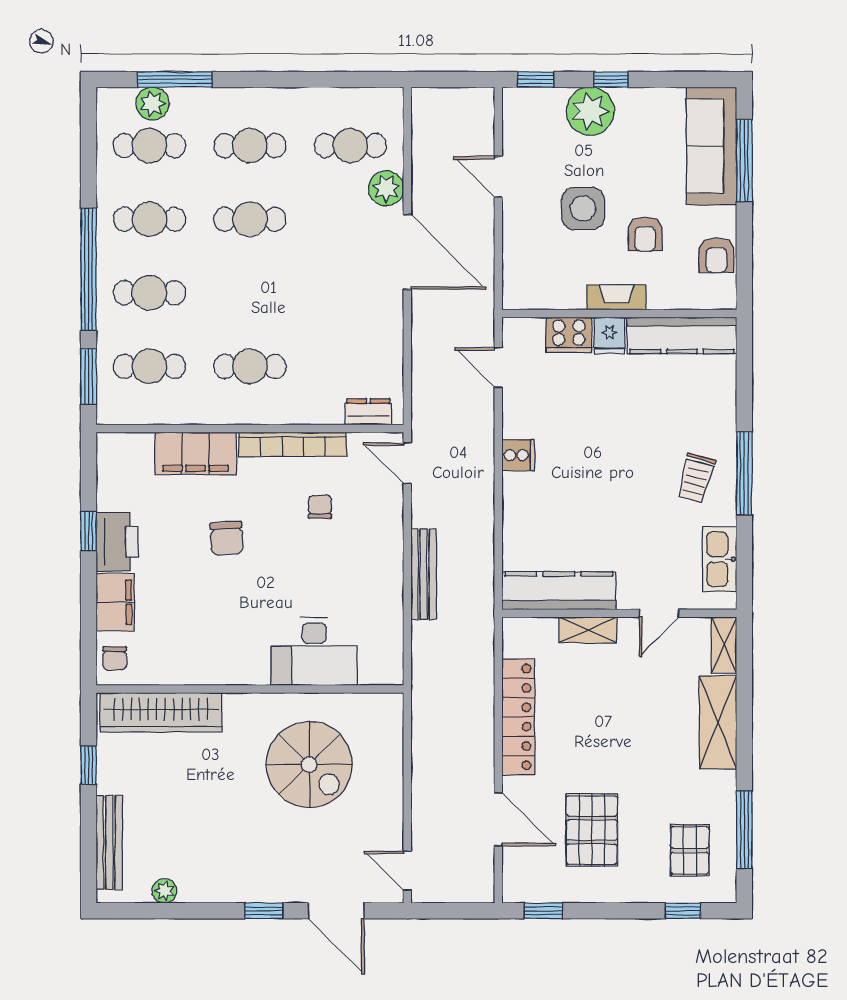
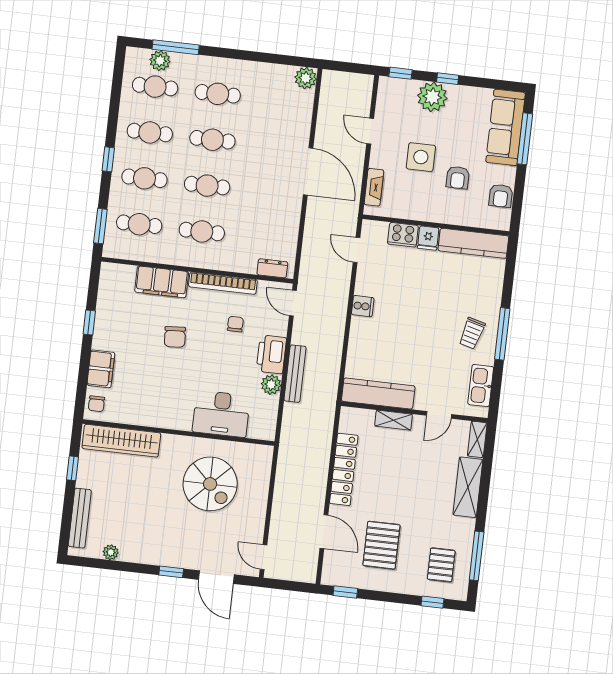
cafe table: (350, 146) -> (207, 186), moved
plant: (386, 188) -> (306, 78), moved
window: (89, 269) -> (108, 159), width x0.32
fireplace: (616, 297) -> (374, 187), moved, turned 90
printer: (117, 542) -> (271, 354), moved, turned 180
plant: (388, 596) -> (271, 385), added

